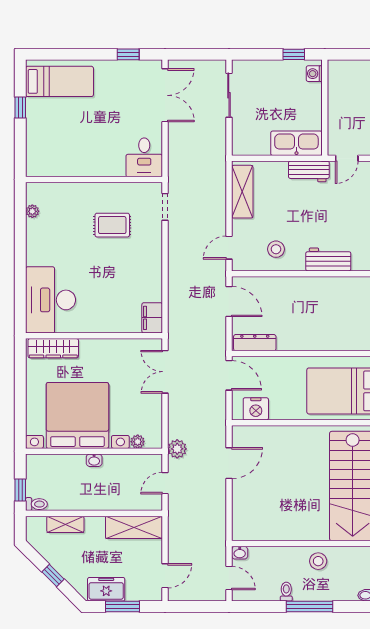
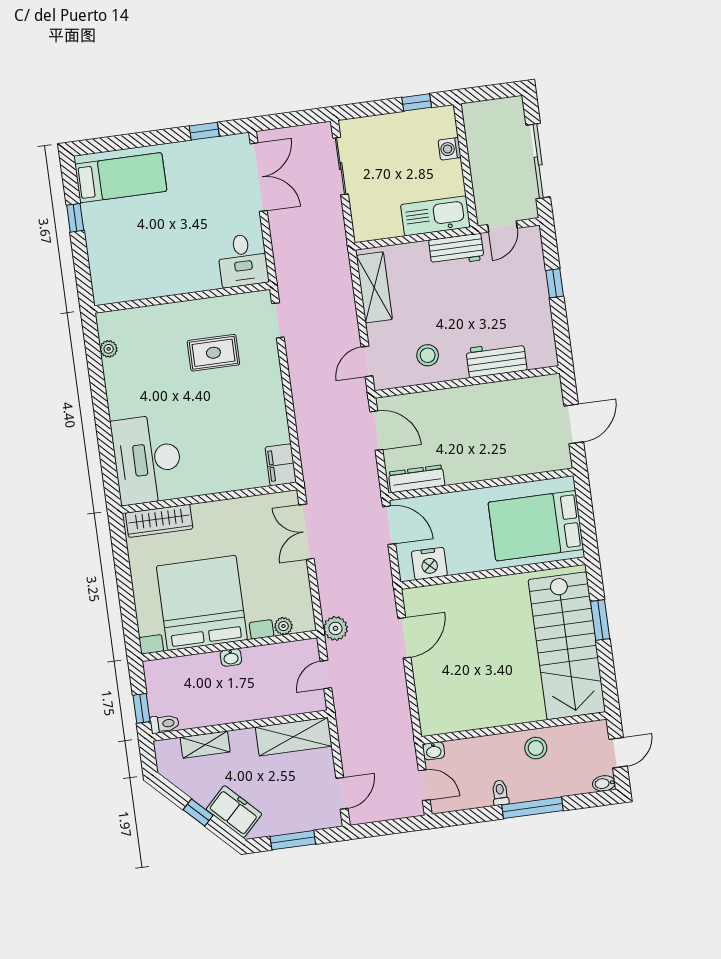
washing machine: (314, 74) -> (450, 149), moved
freezer: (106, 589) -> (234, 812), moved, turned 45

